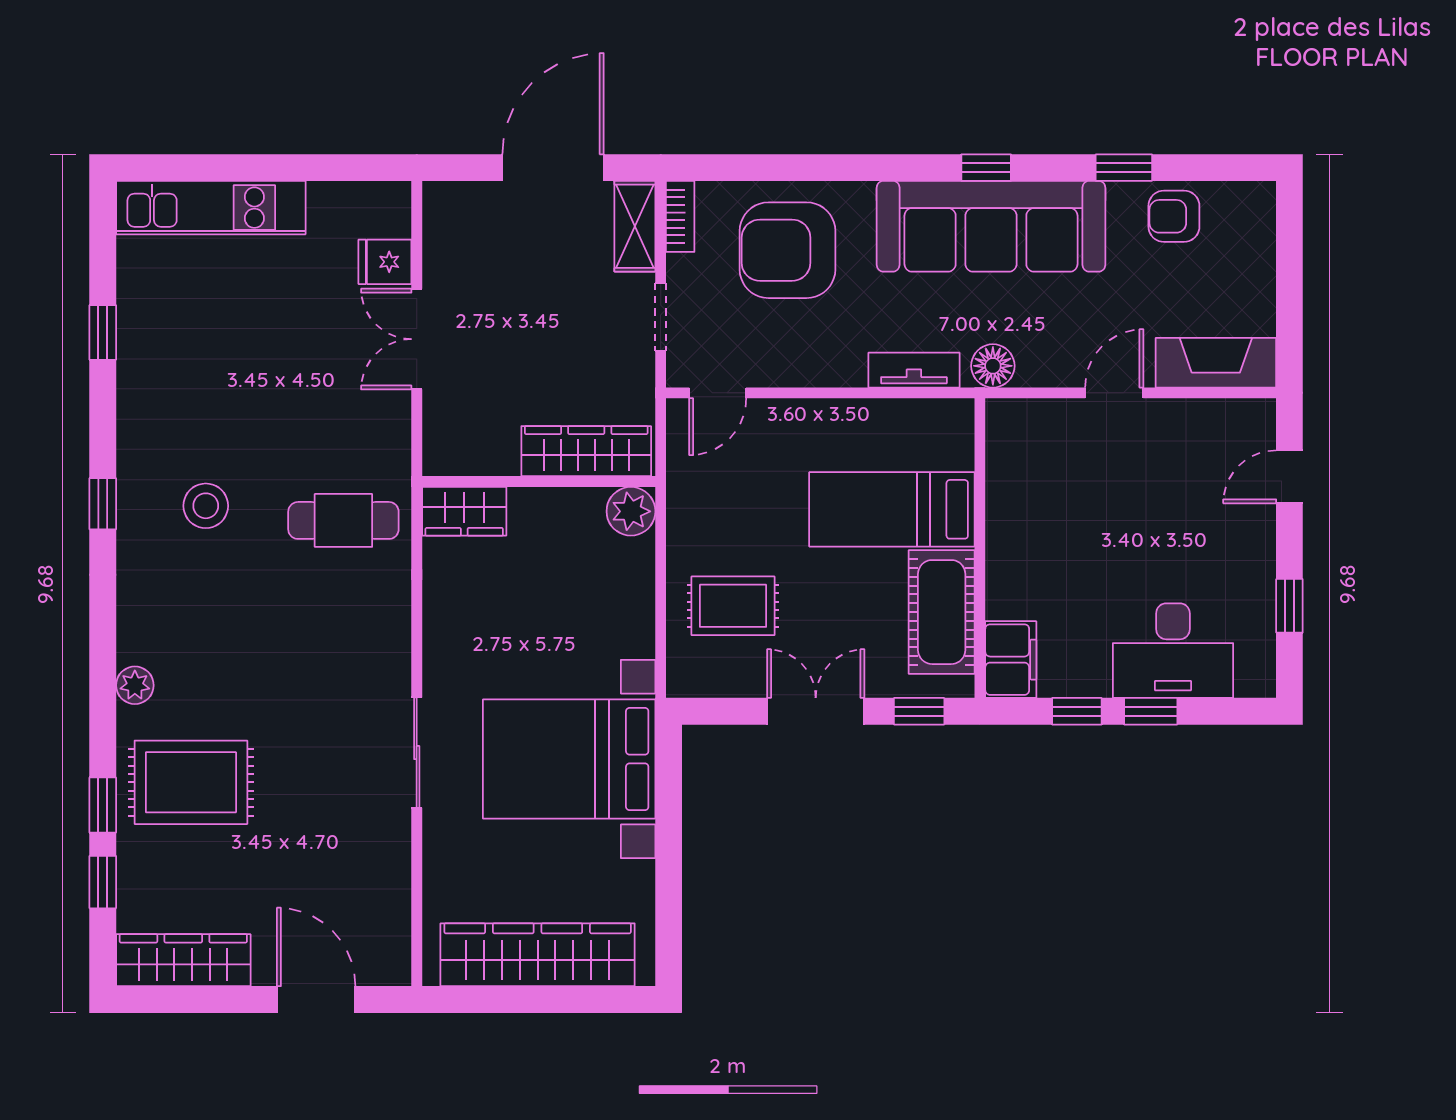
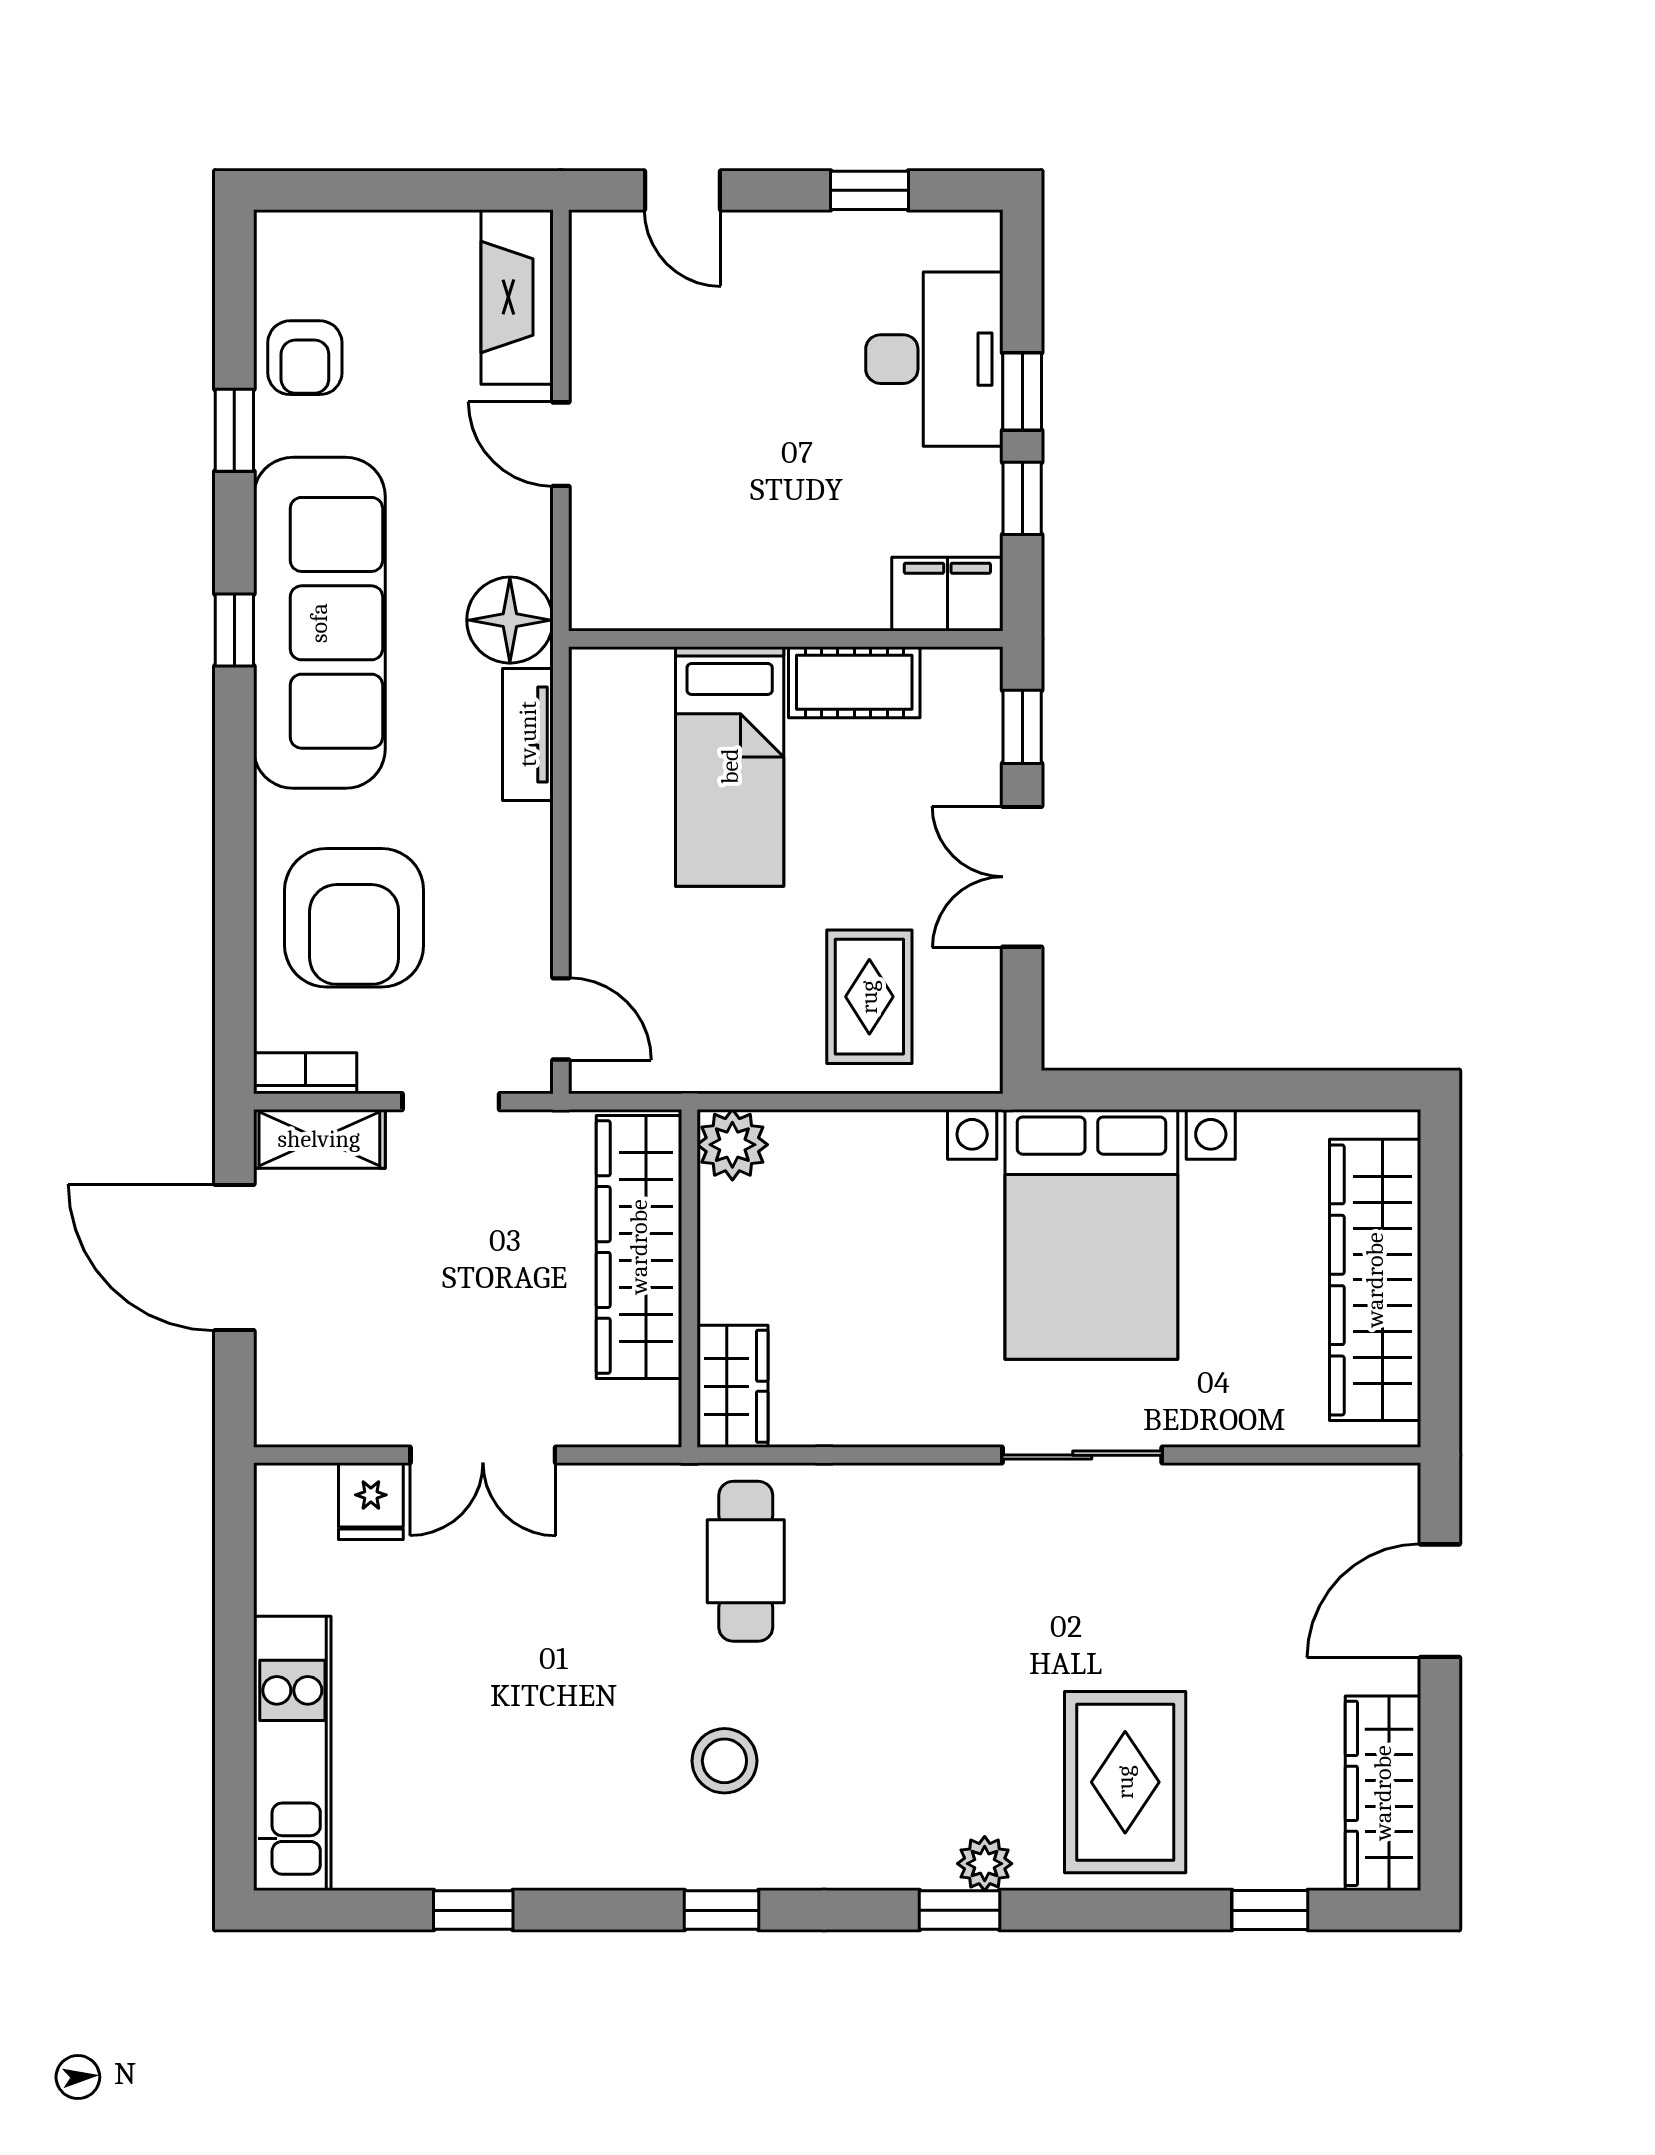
floor lamp: (993, 366) -> (510, 620), width x1.38, depth x1.38
wardrobe: (586, 451) -> (639, 1247), width x1.40, depth x1.17
cot: (942, 612) -> (854, 682), width x0.73, depth x0.75
window: (103, 805) -> (959, 1910), moved

